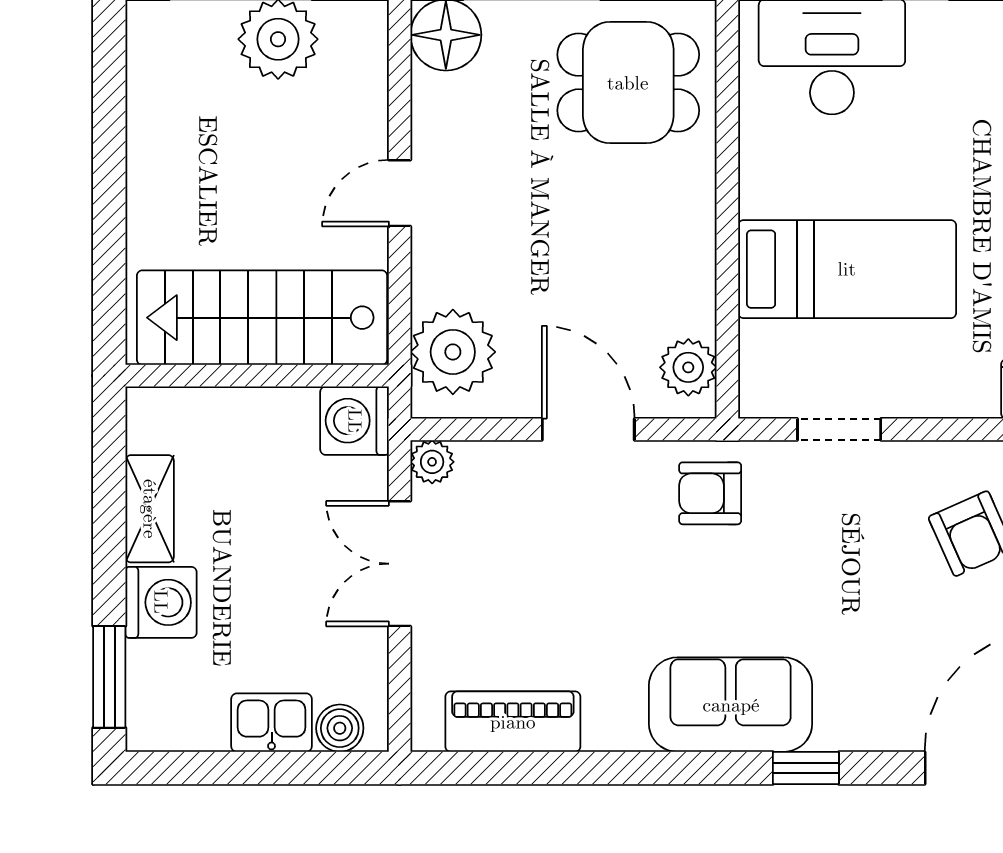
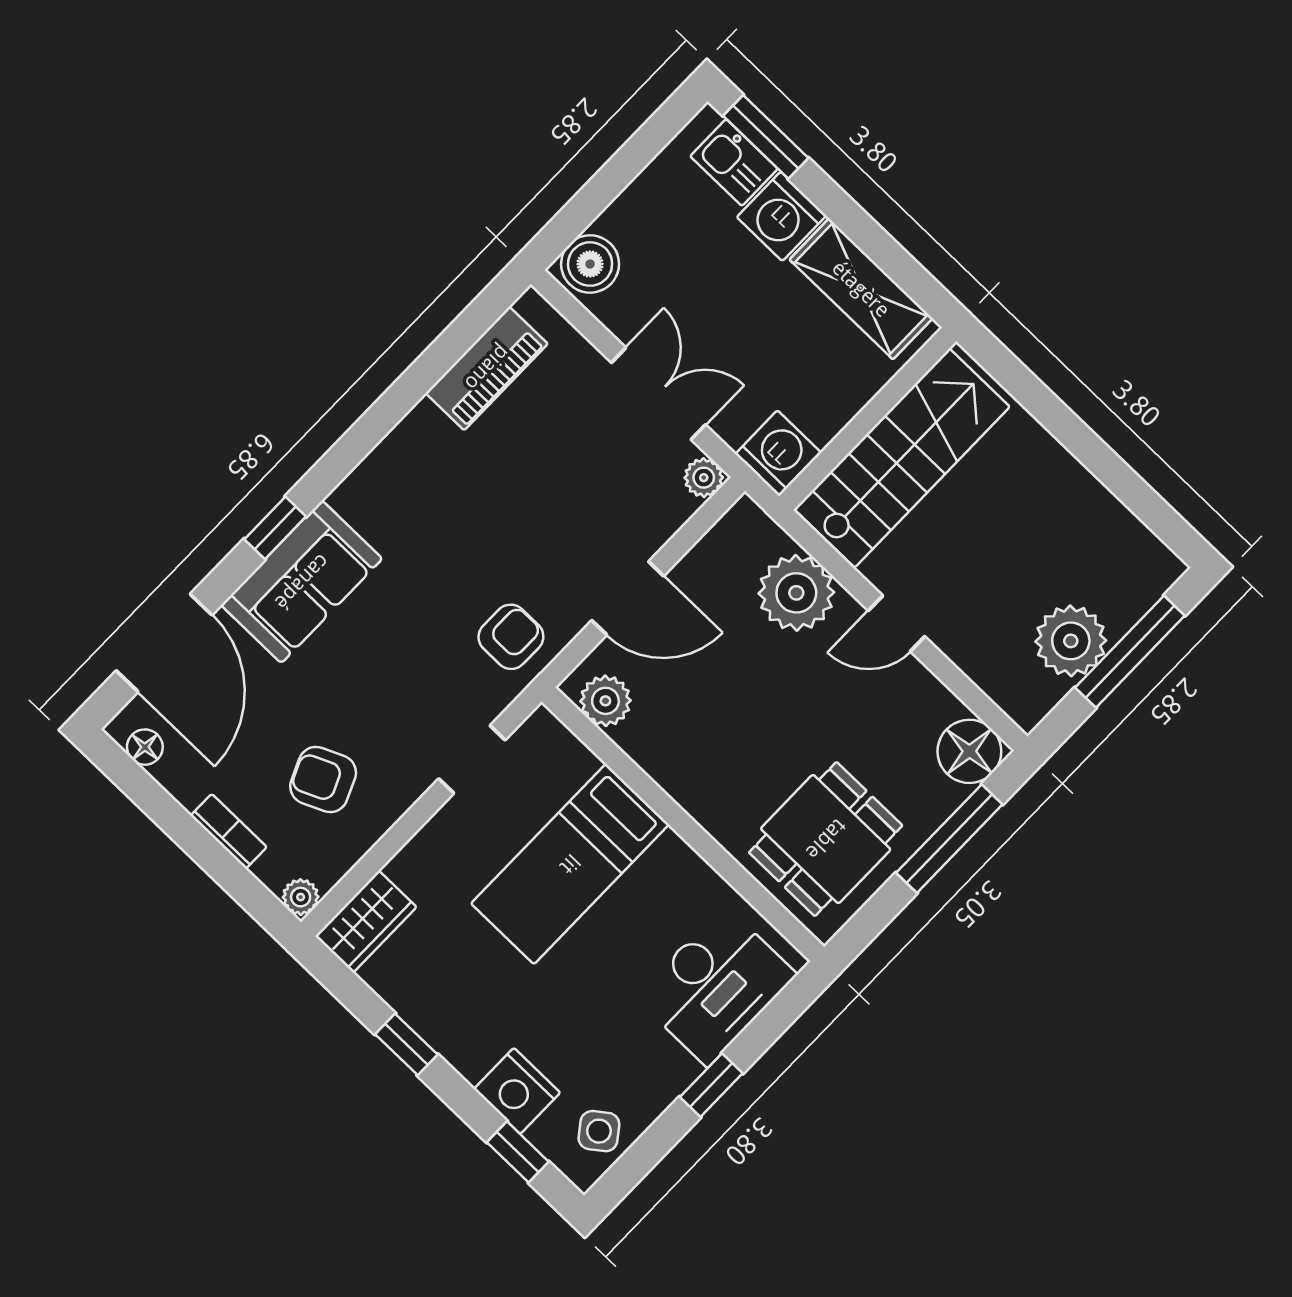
door: (400, 193) -> (897, 624), swing flipped
plant: (453, 352) -> (796, 593), moved
shelving: (150, 509) -> (861, 289), width x1.50, depth x1.33
sofa: (731, 705) -> (302, 582), moved
kitchen sink: (272, 723) -> (734, 162), moved, turned 90
boiler: (340, 728) -> (590, 264), width x1.36, depth x1.36

